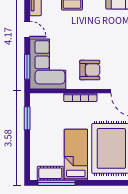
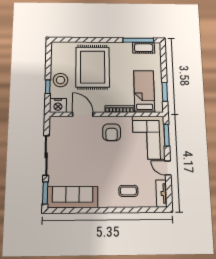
armchair: (90, 70) -> (112, 132), turned -90
bed: (76, 155) -> (144, 91), moved, turned 180

